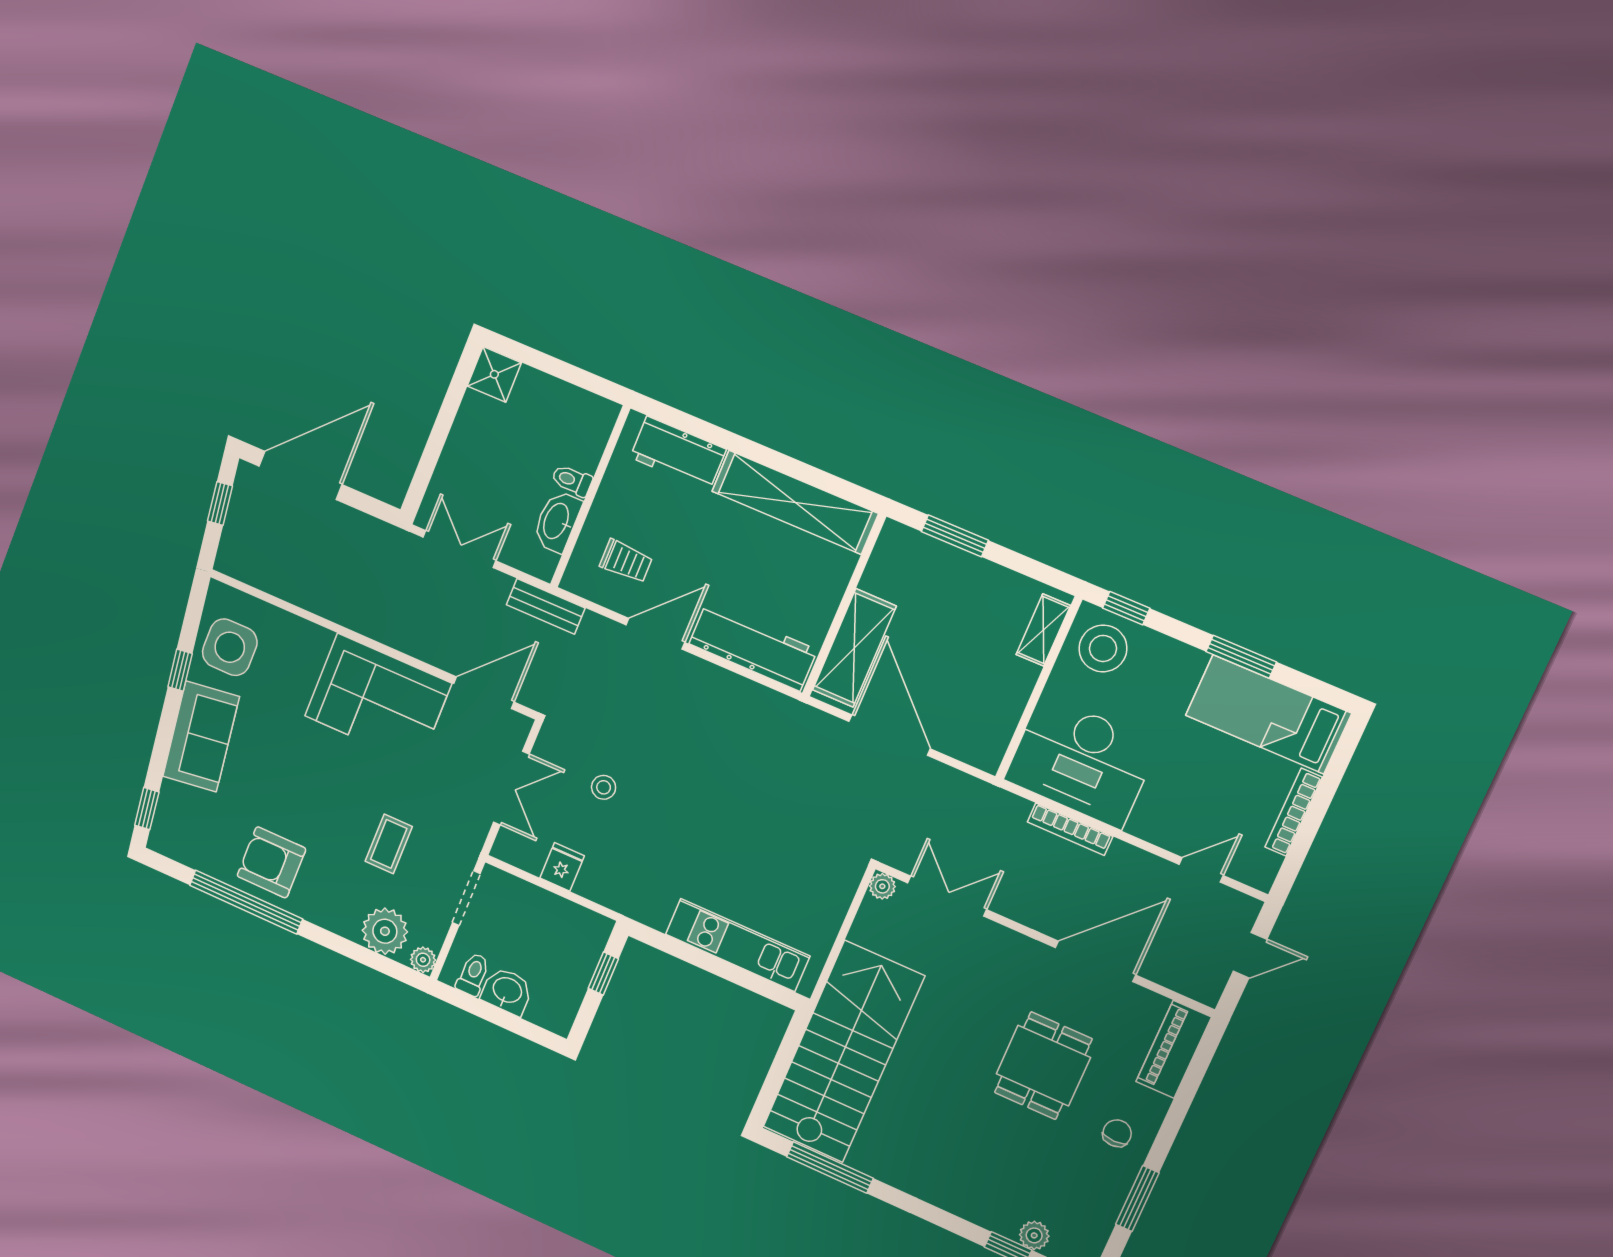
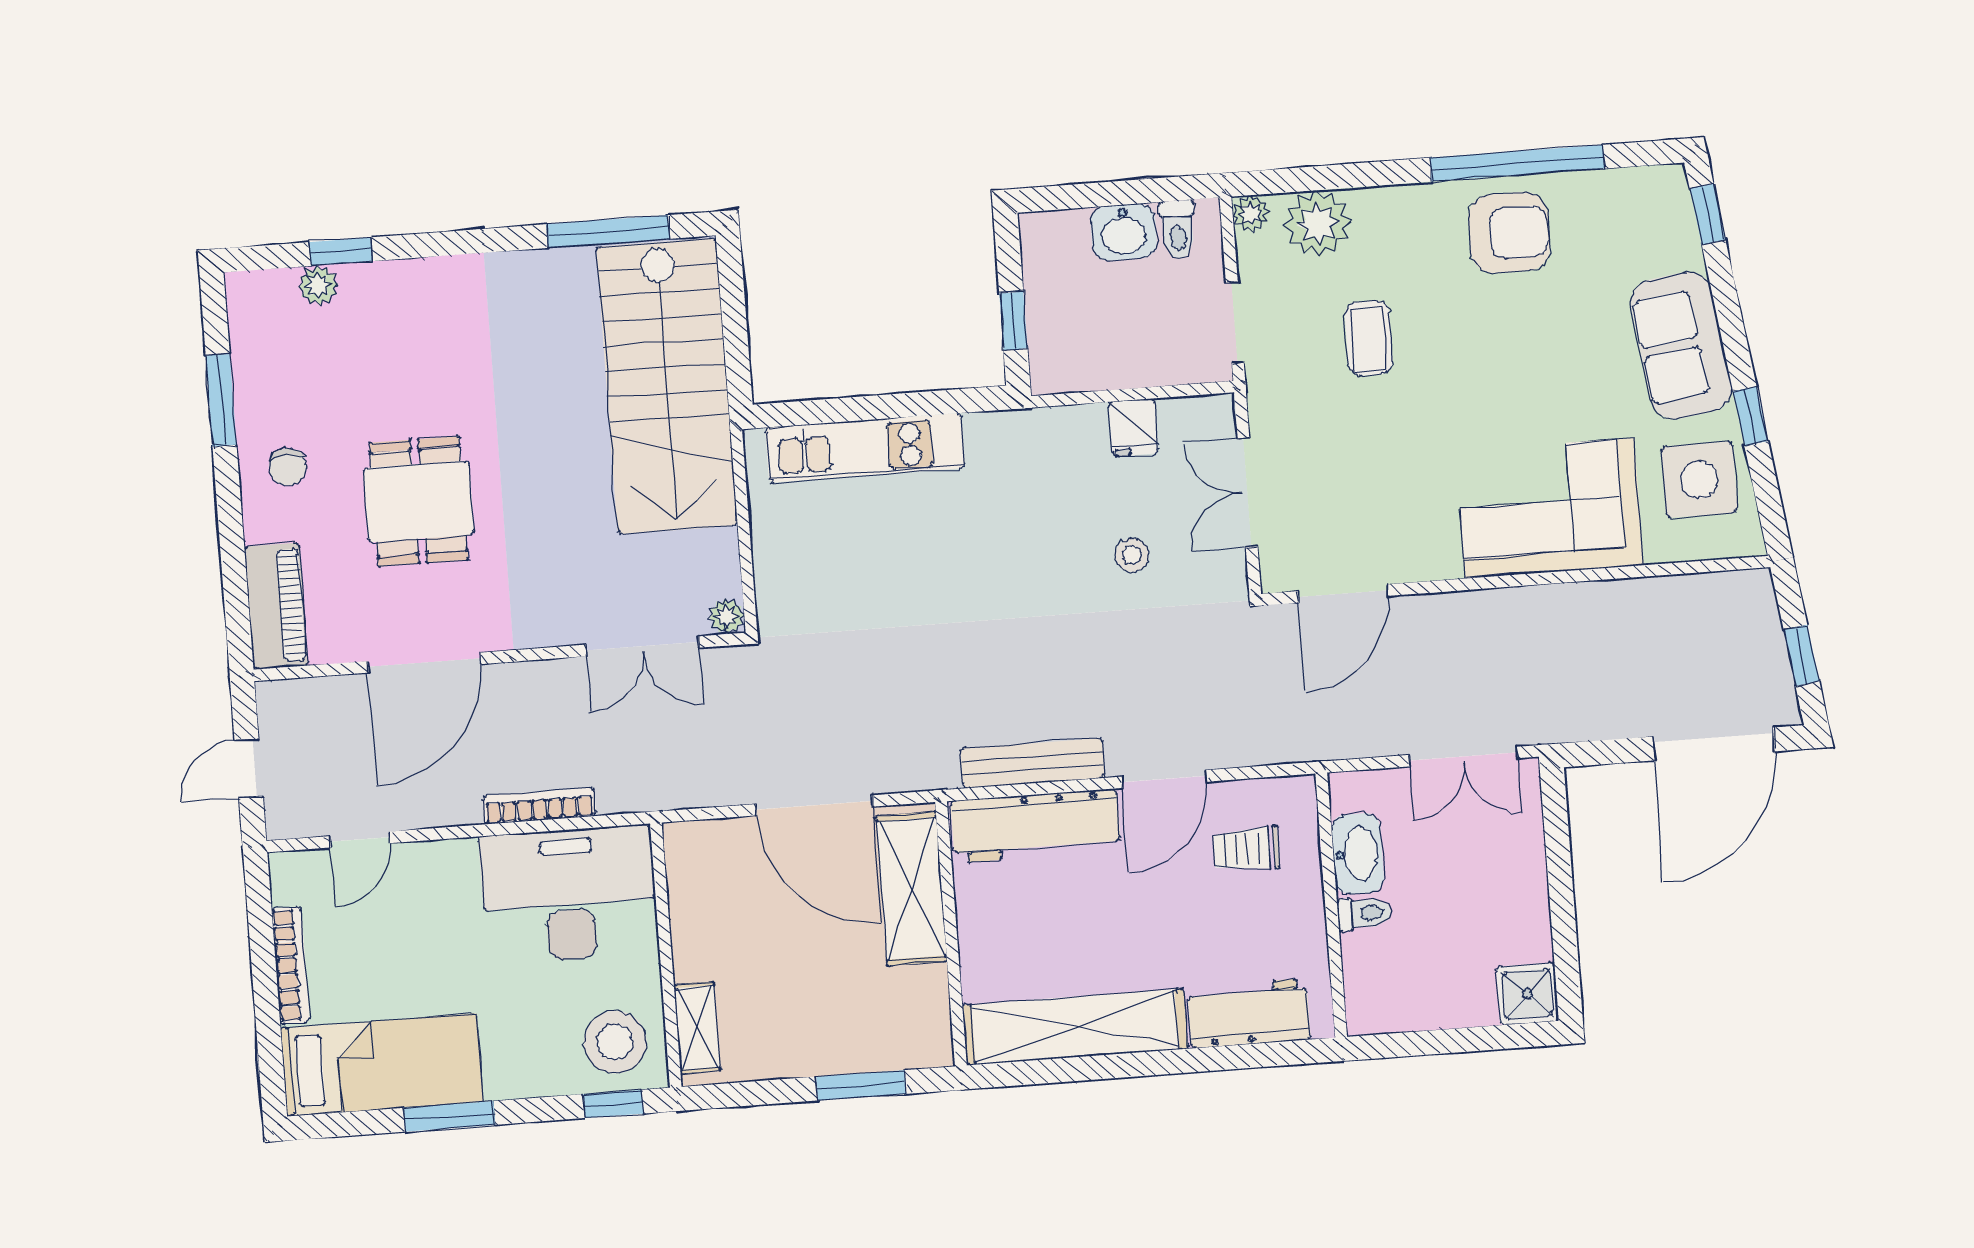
bench: (546, 606) -> (1032, 763), moved, width x1.36
corner sofa: (378, 700) -> (1550, 508), moved

